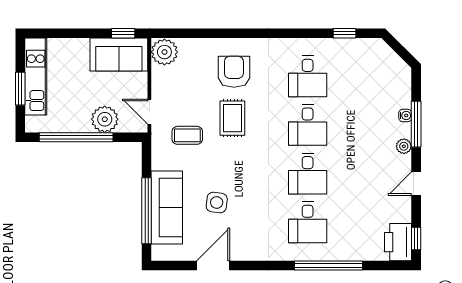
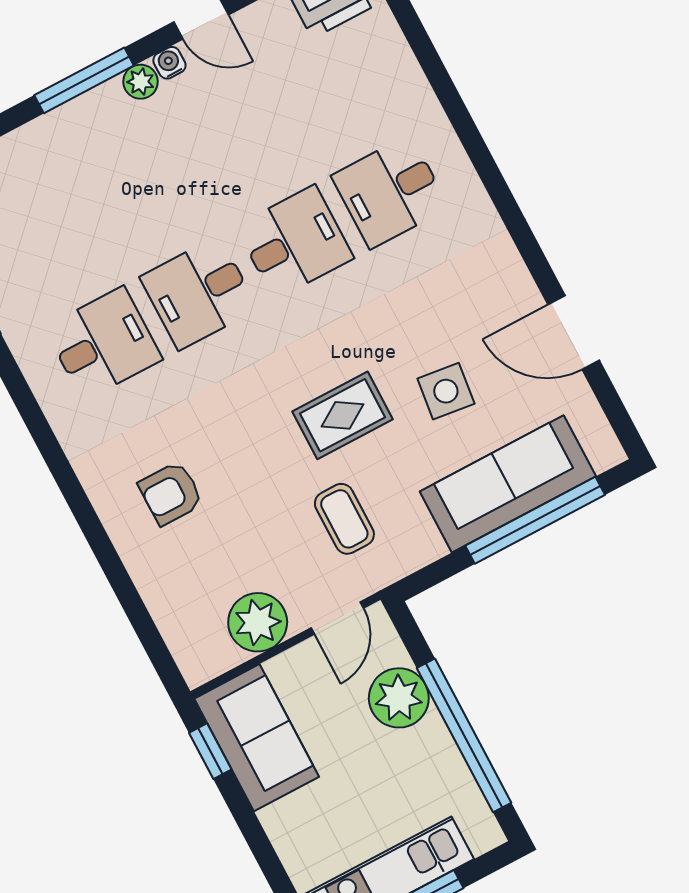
plant: (164, 52) -> (258, 622), moved
armchair: (234, 72) -> (171, 493), width x0.72, depth x0.72
water cooler: (405, 115) -> (169, 63), moved
rug: (232, 118) -> (343, 415), moved
desk: (308, 125) -> (199, 293), turned 180
desk: (308, 222) -> (390, 192), turned 180
window: (328, 266) -> (454, 106), removed

